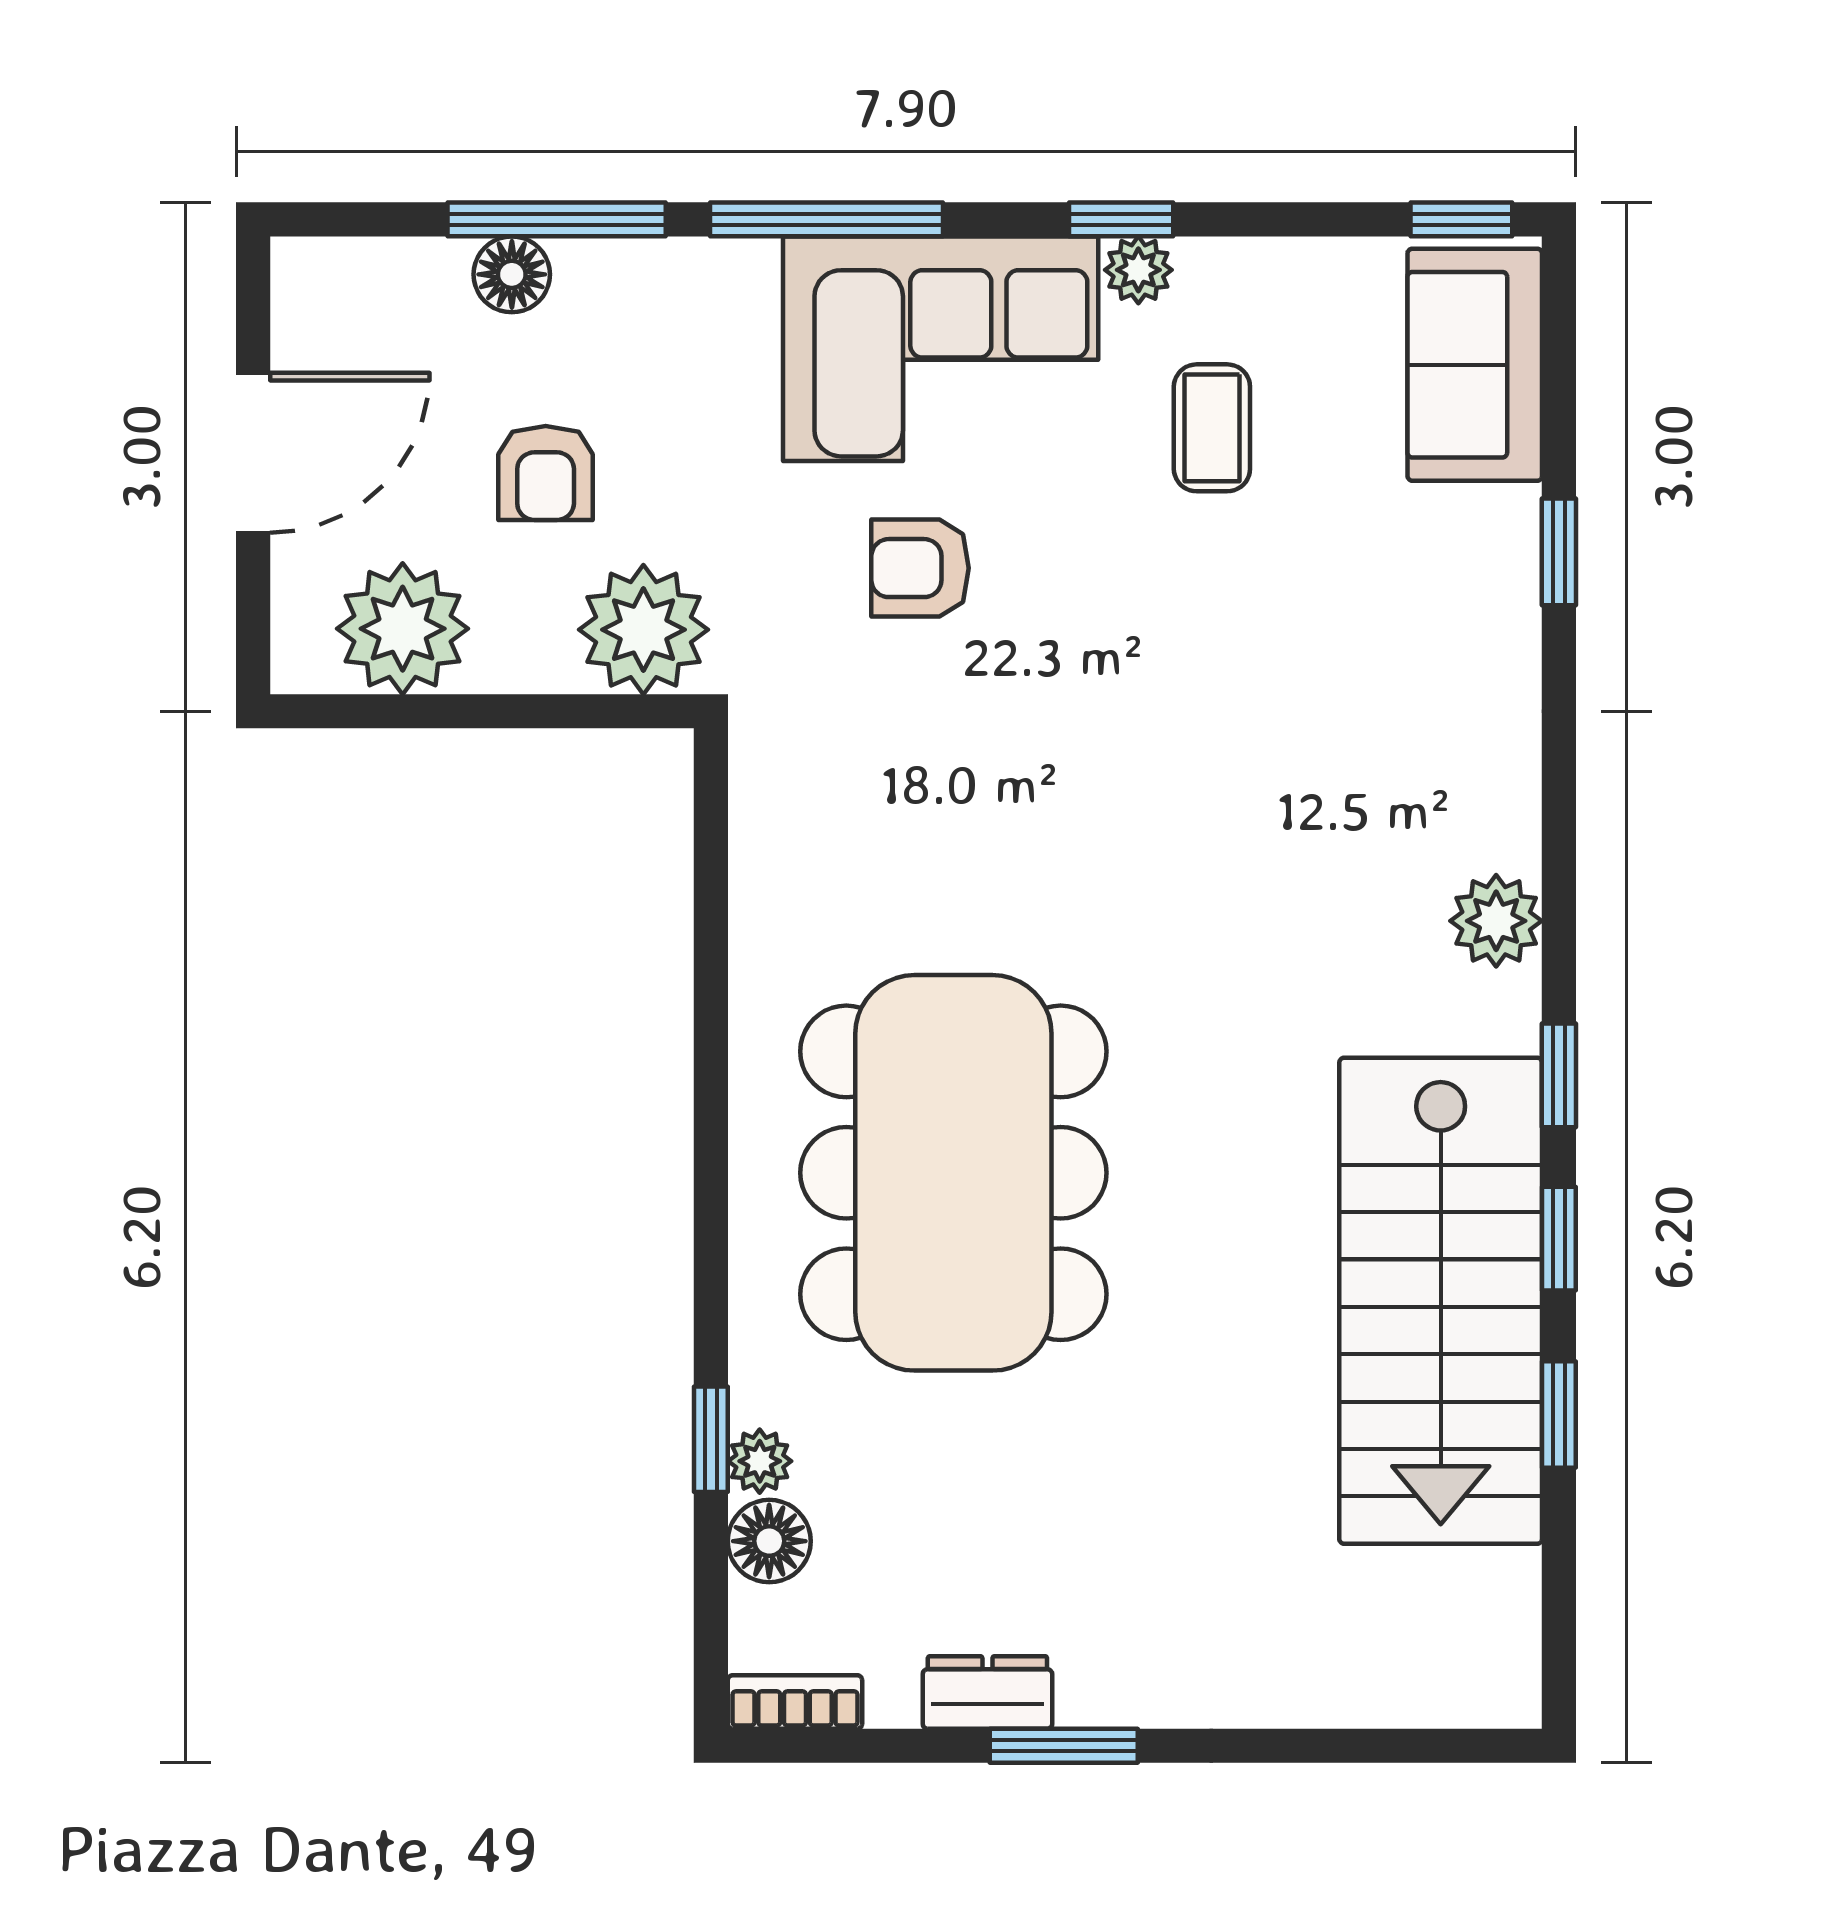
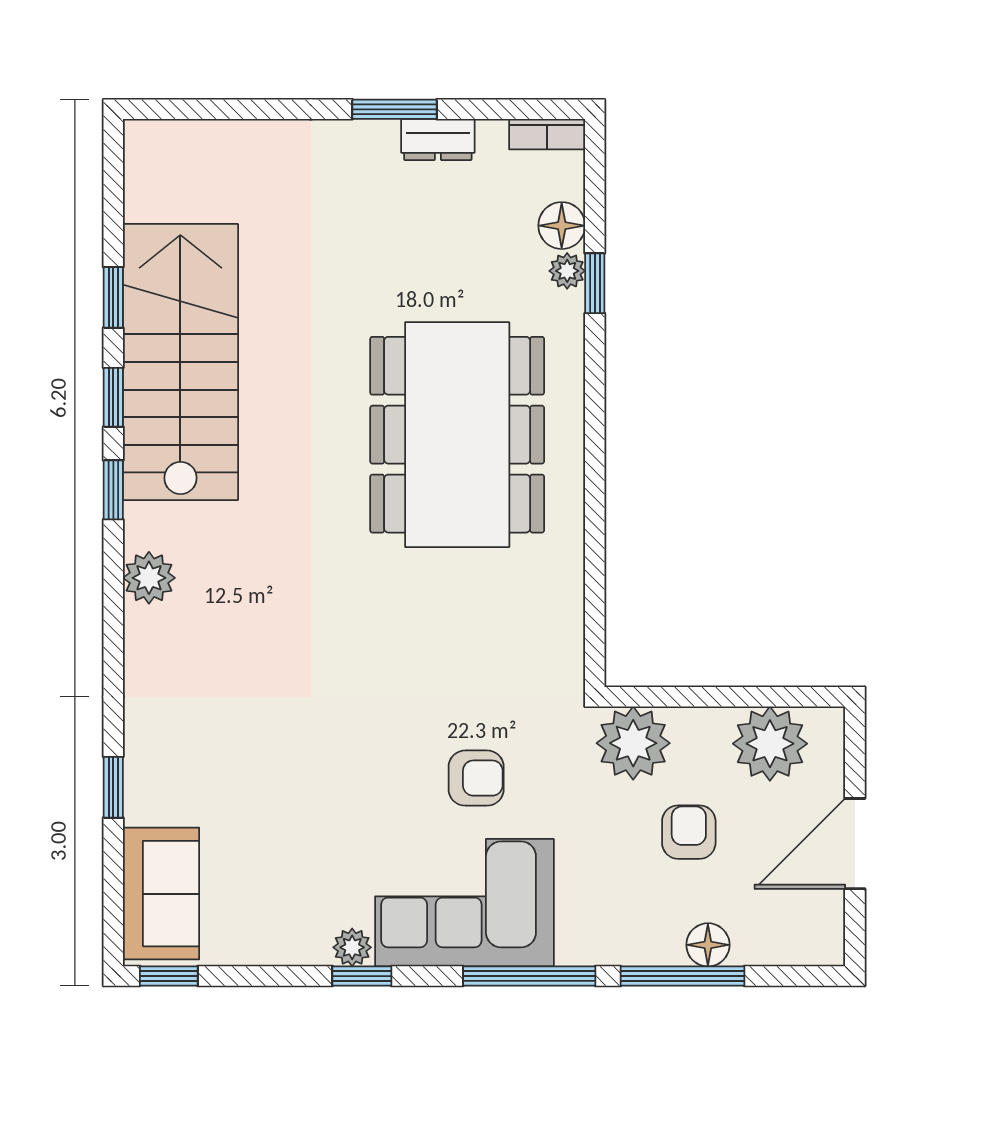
coffee table: (1212, 428) -> (310, 858), removed

